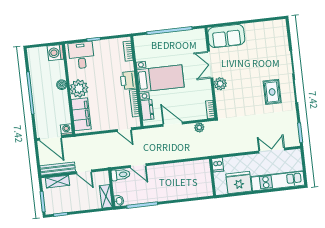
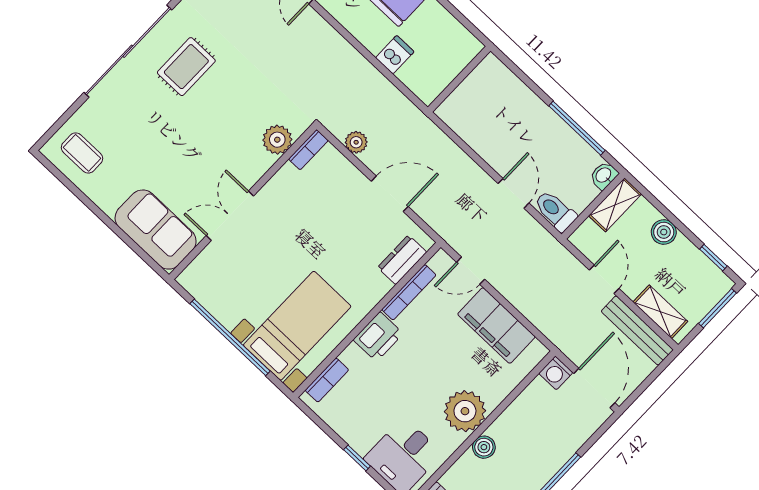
coffee table: (273, 33) -> (82, 153), added
double door: (210, 65) -> (230, 216), swing flipped
bed with nightstands: (161, 78) -> (297, 326), moved, turned 90
plant: (220, 84) -> (277, 140), moved
filing cabinet: (81, 114) -> (496, 325), moved, turned -90
door: (173, 124) -> (390, 194), swing flipped
door: (124, 130) -> (471, 271), swing flipped
wall: (212, 177) -> (459, 79), moved
boiler: (83, 205) -> (664, 232), added

